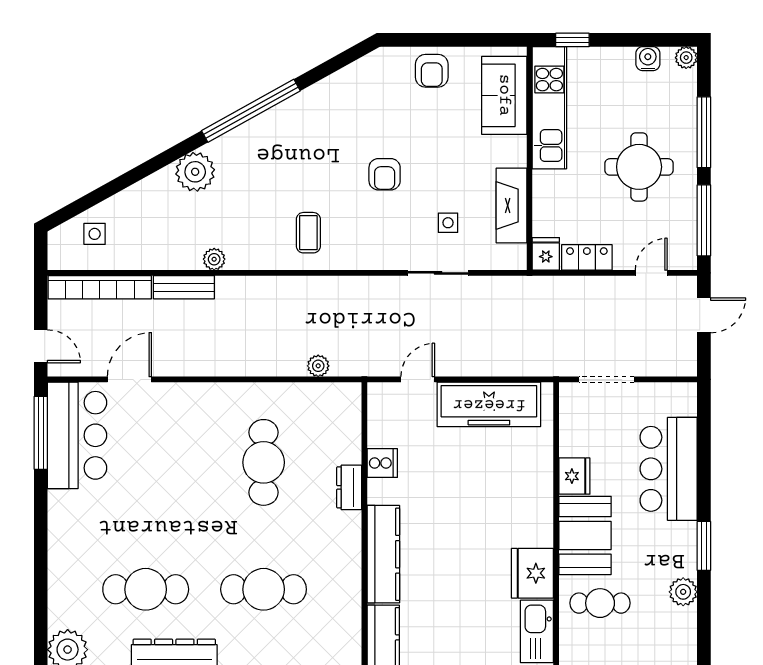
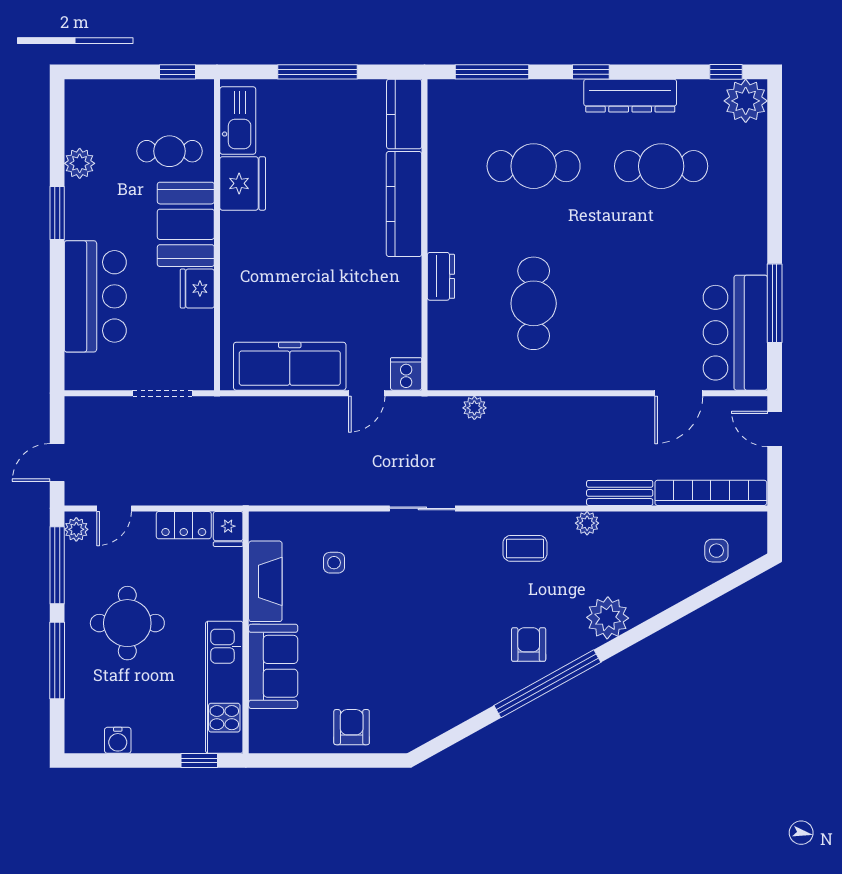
plant: (686, 58) -> (76, 529), moved
sofa: (504, 95) -> (273, 666), moved
armchair: (385, 174) -> (529, 645), moved
coffee table: (308, 233) -> (525, 548), moved, turned 90
sliding door: (438, 273) -> (422, 508), moved
window: (41, 433) -> (775, 303), moved
cooker: (382, 463) -> (406, 374), moved, turned 90

